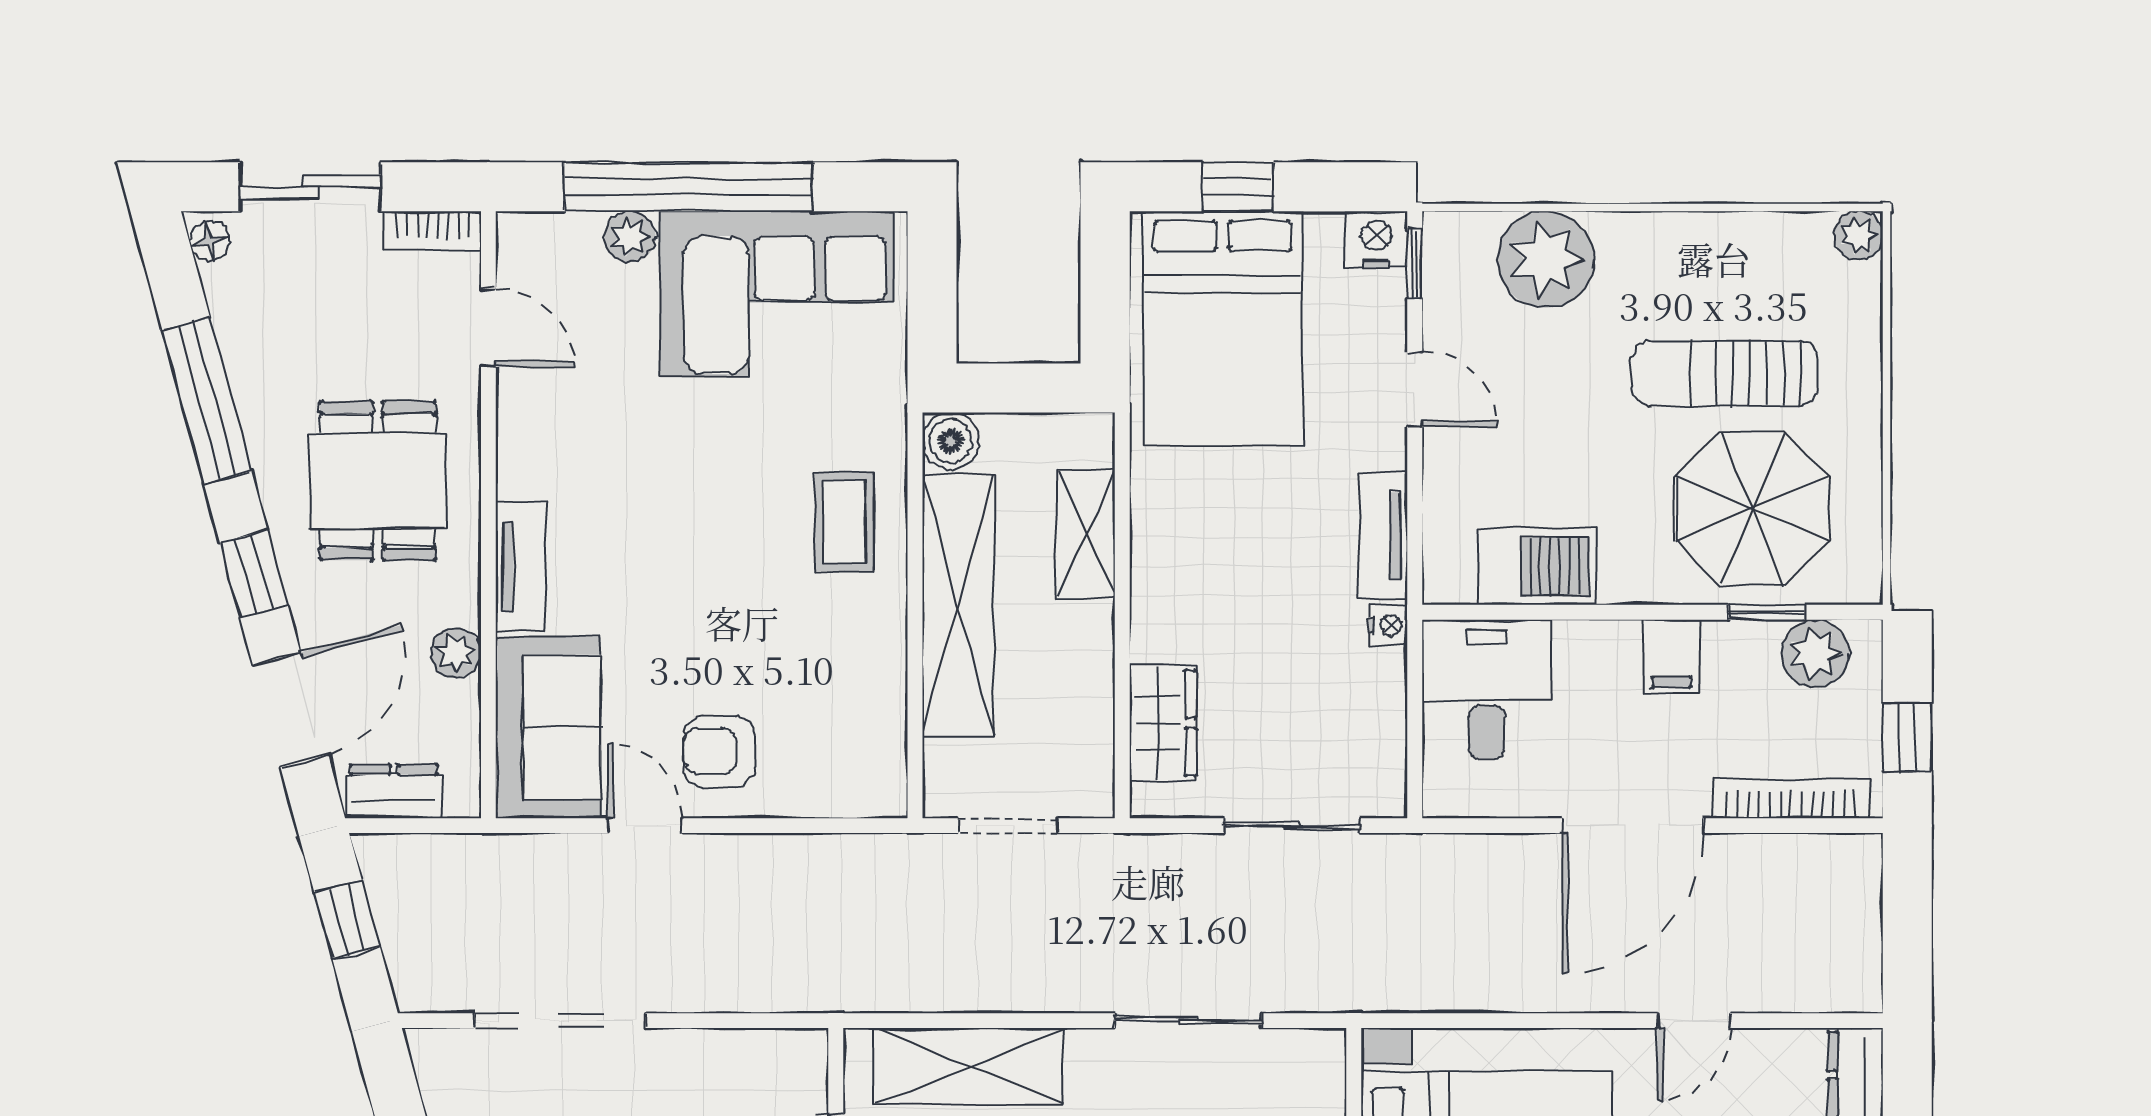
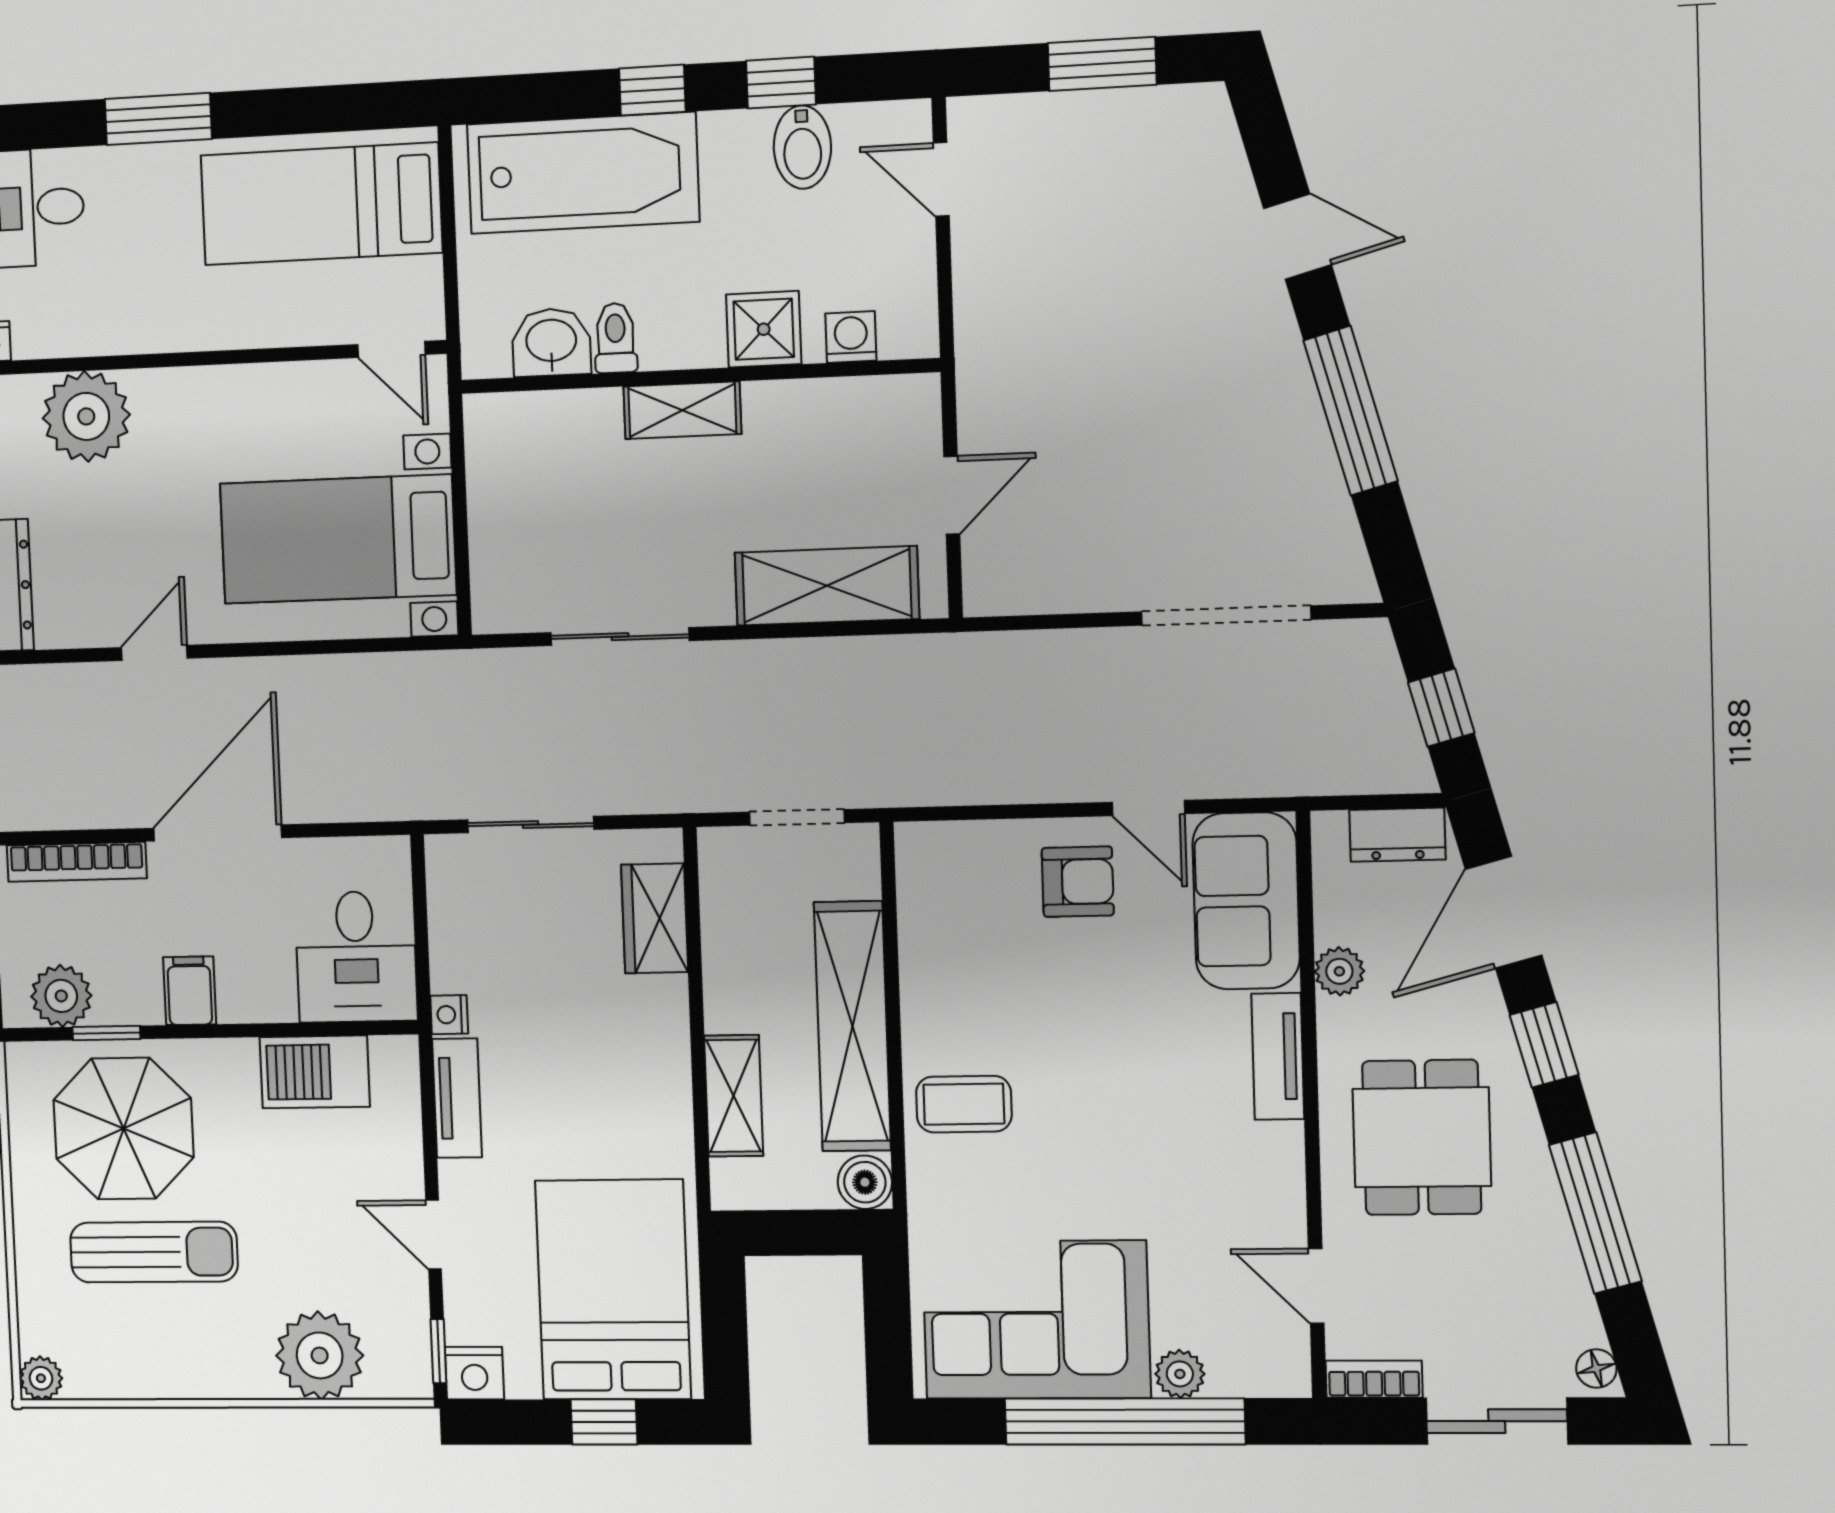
coffee table: (844, 522) -> (964, 1104), turned 90

